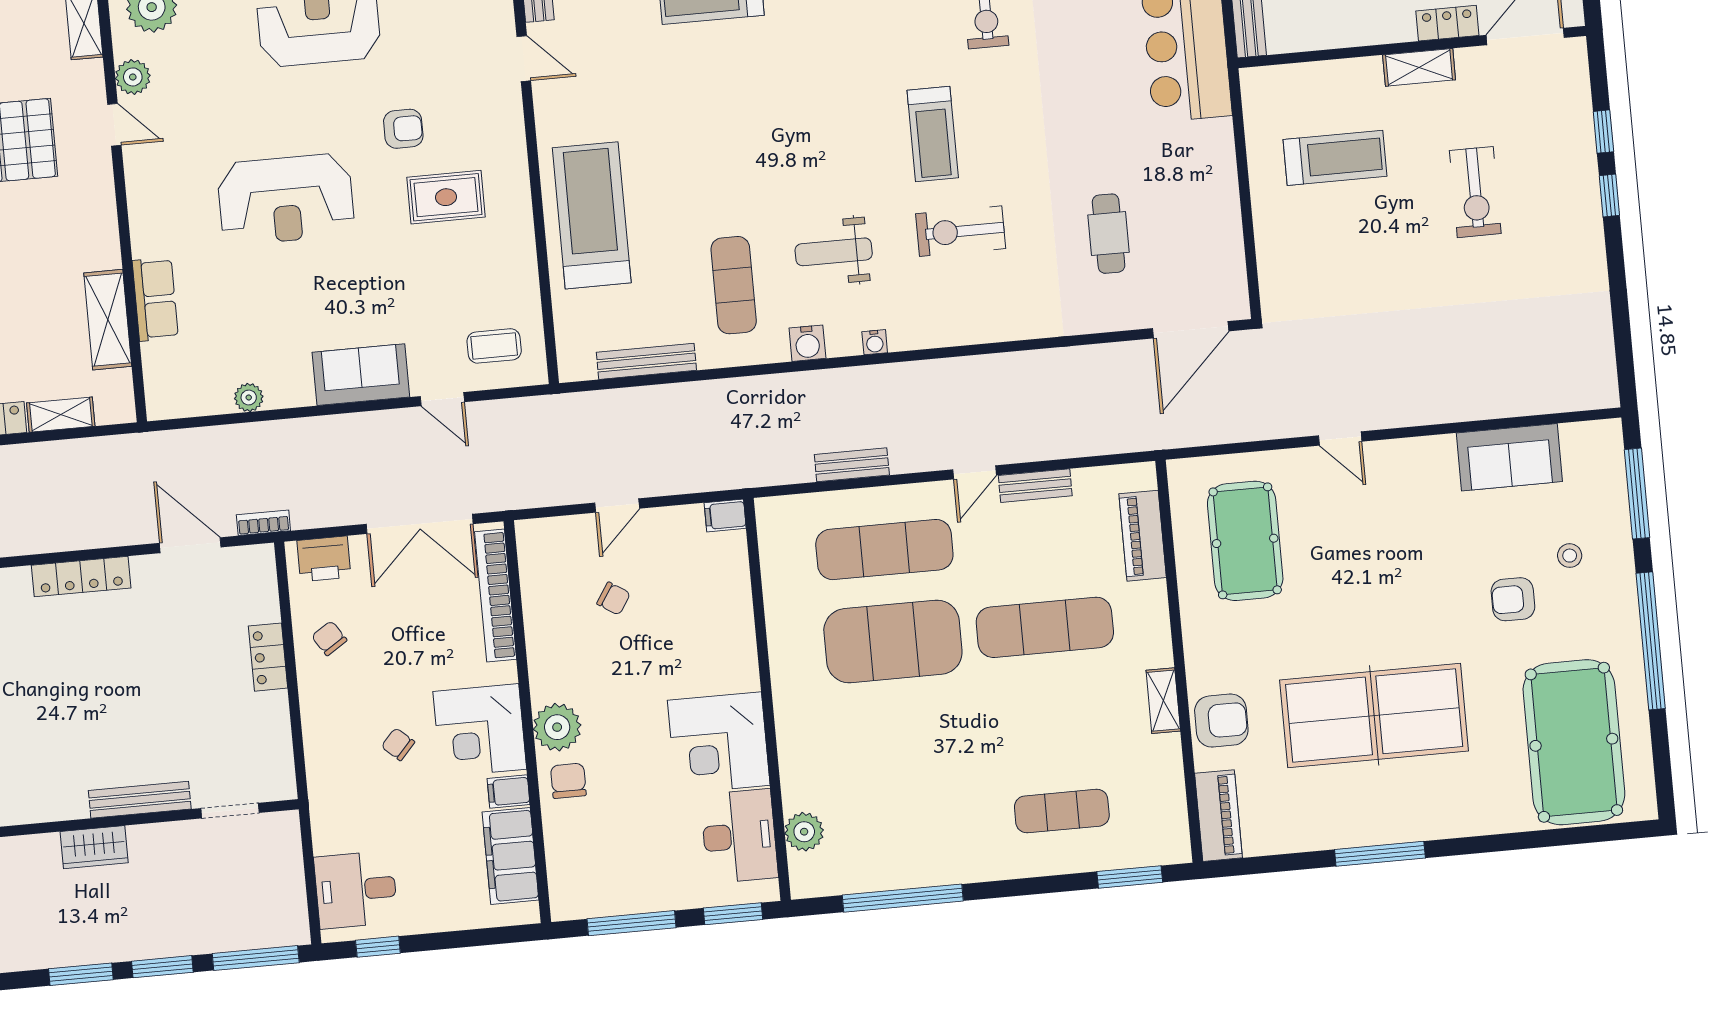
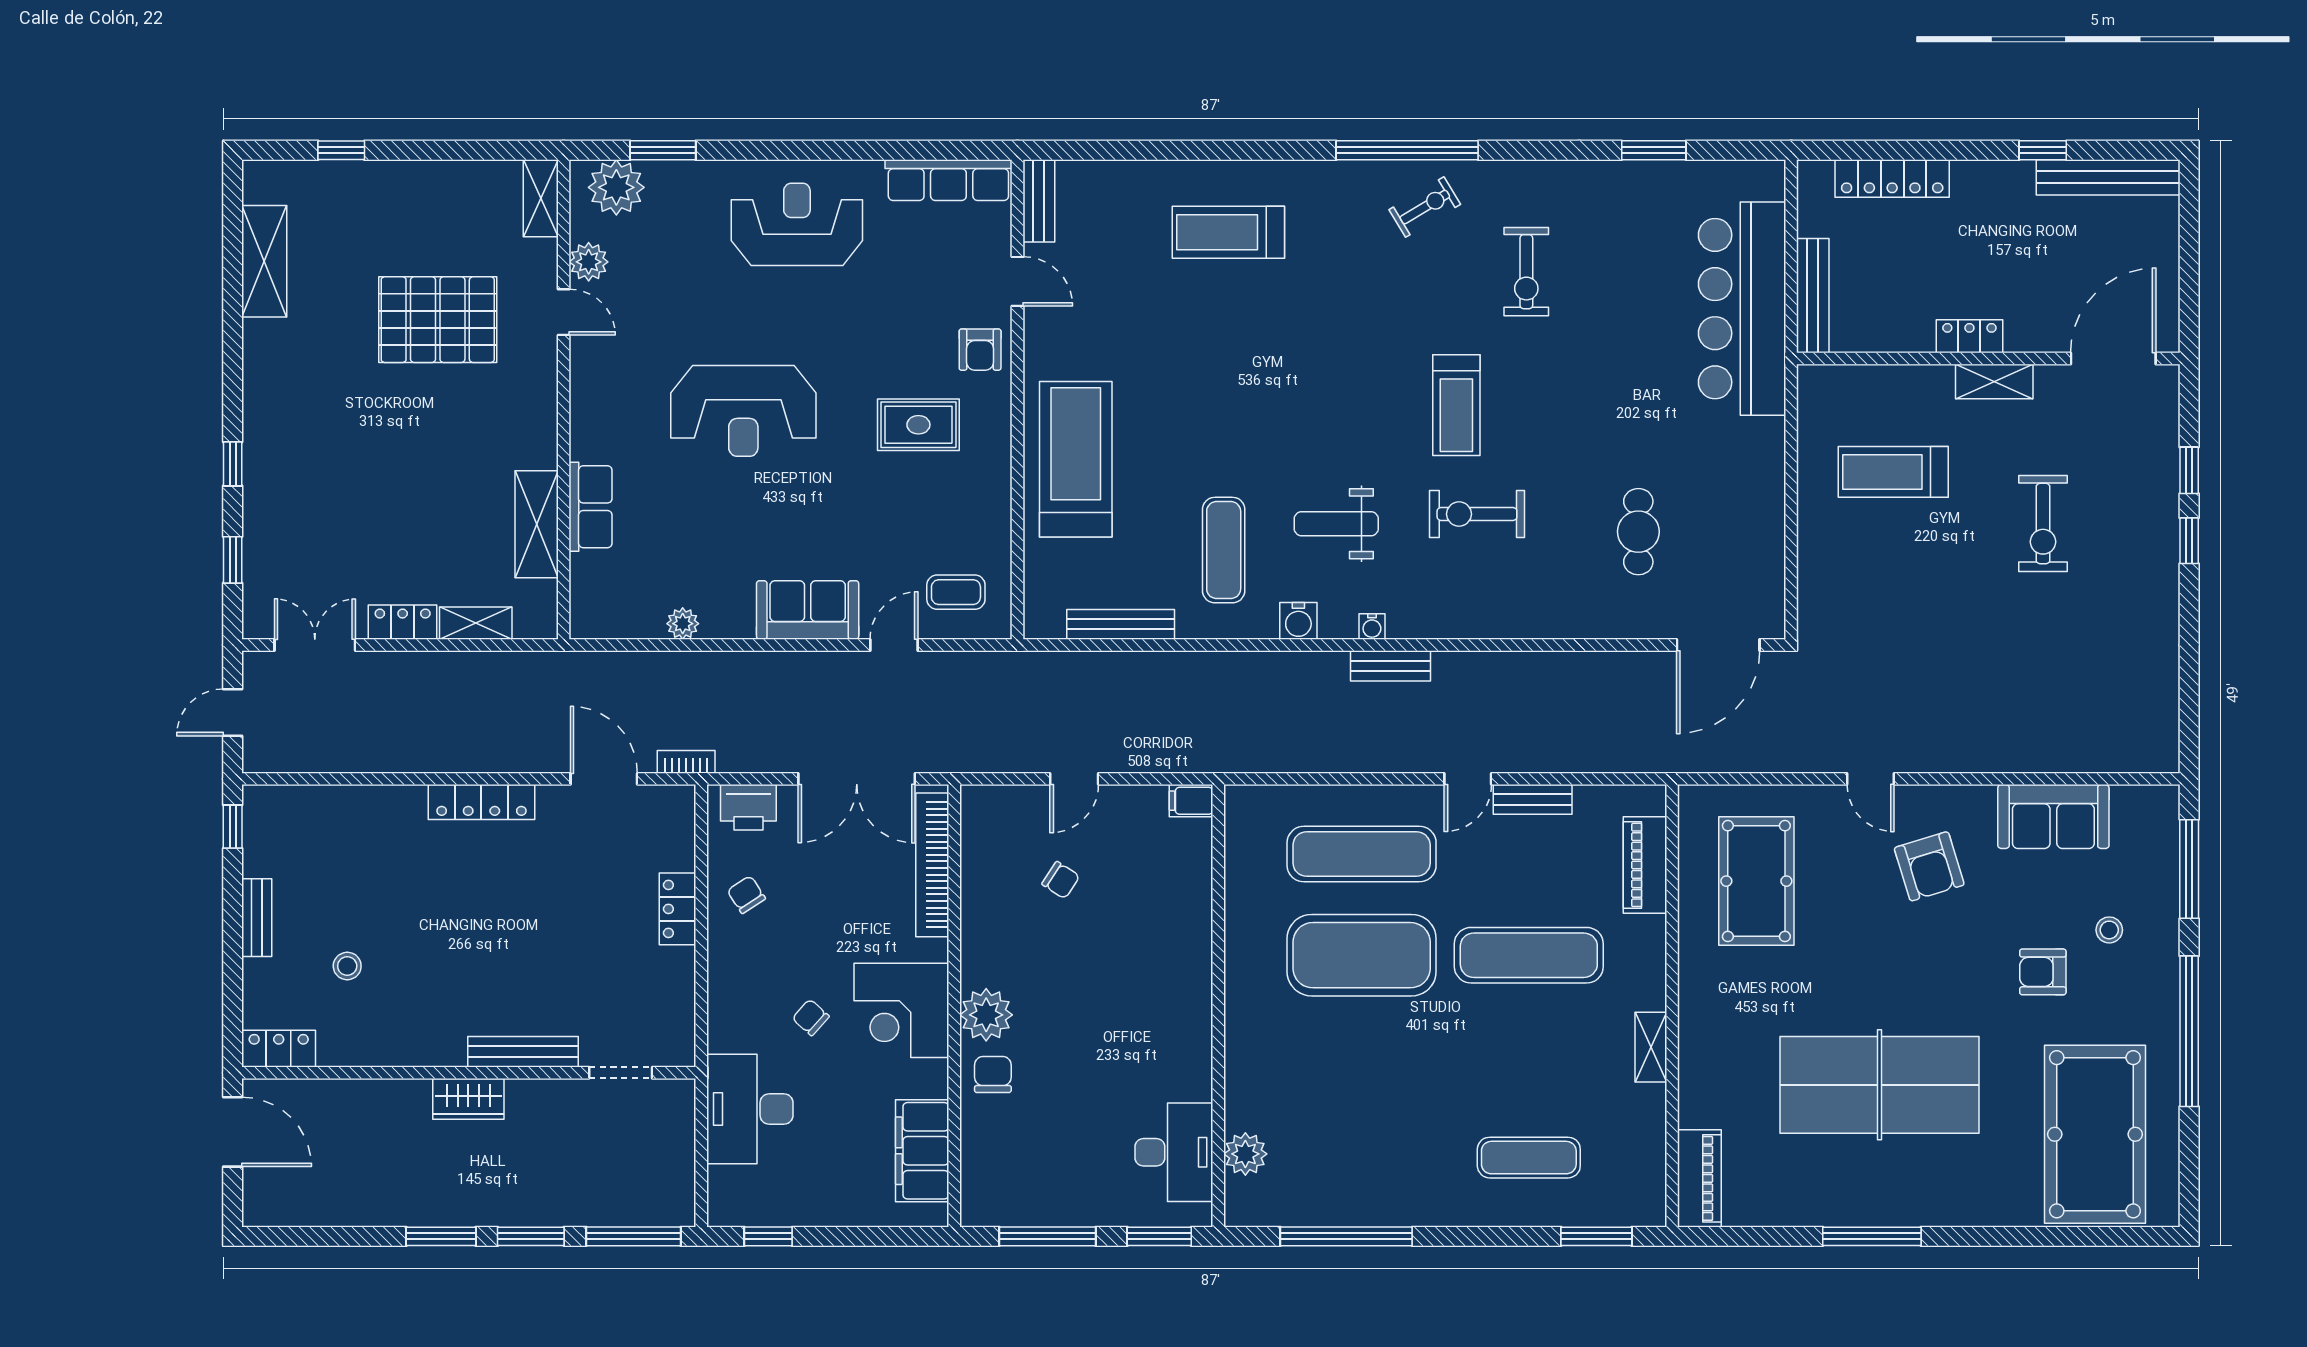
locker: (1447, 23) -> (1969, 336), moved
armchair: (403, 129) -> (980, 350), moved, turned 90
treadmill: (1335, 158) -> (1893, 472), turned 180
door: (442, 399) -> (894, 645), swing flipped
bench: (852, 465) -> (1390, 666), moved
armchair: (1221, 721) -> (1929, 866), moved, turned 73
corner desk: (719, 743) -> (1161, 1048), removed
filing cabinet: (509, 792) -> (927, 1080), removed
desk: (356, 890) -> (750, 1109), moved, width x1.37

